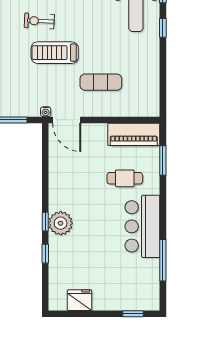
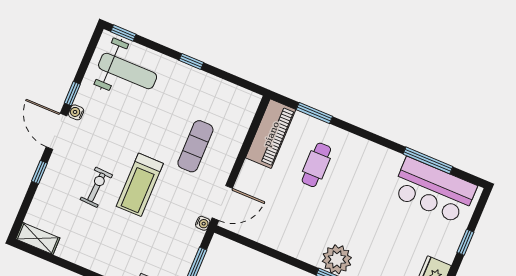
exercise bike: (39, 21) -> (96, 187), turned 180
window: (163, 28) -> (191, 61), moved
bar counter: (142, 226) -> (434, 190), moved
window: (133, 314) -> (465, 242), moved

